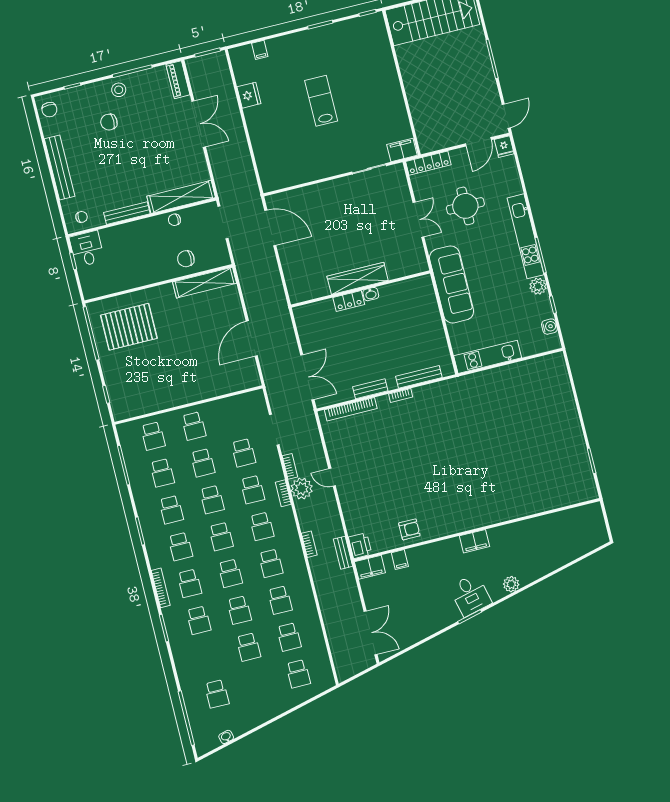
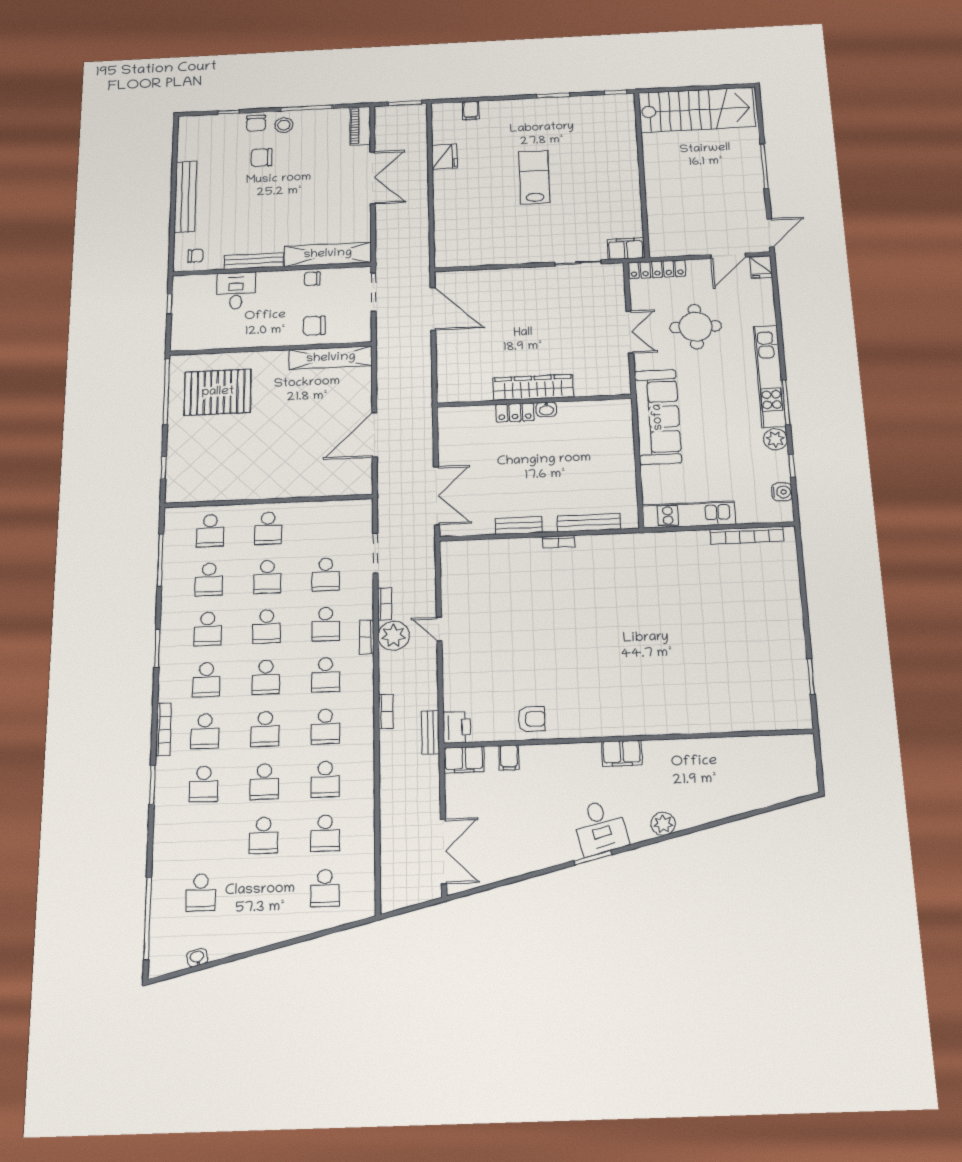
chair: (49, 110) -> (256, 123), moved
desk: (87, 249) -> (236, 291), moved
bookcase: (351, 409) -> (747, 535), moved

